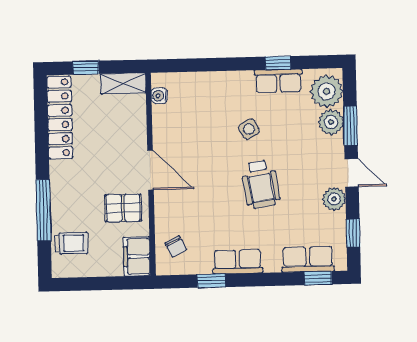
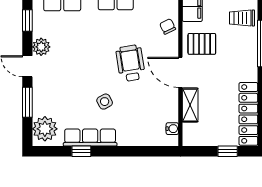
row of seats: (278, 81) -> (90, 138), width x1.48
shelving: (123, 84) -> (190, 105), moved, turned 90
plant: (331, 122) -> (42, 105), removed
wheelchair: (261, 184) -> (130, 63), moved
chair: (176, 246) -> (168, 26), moved

